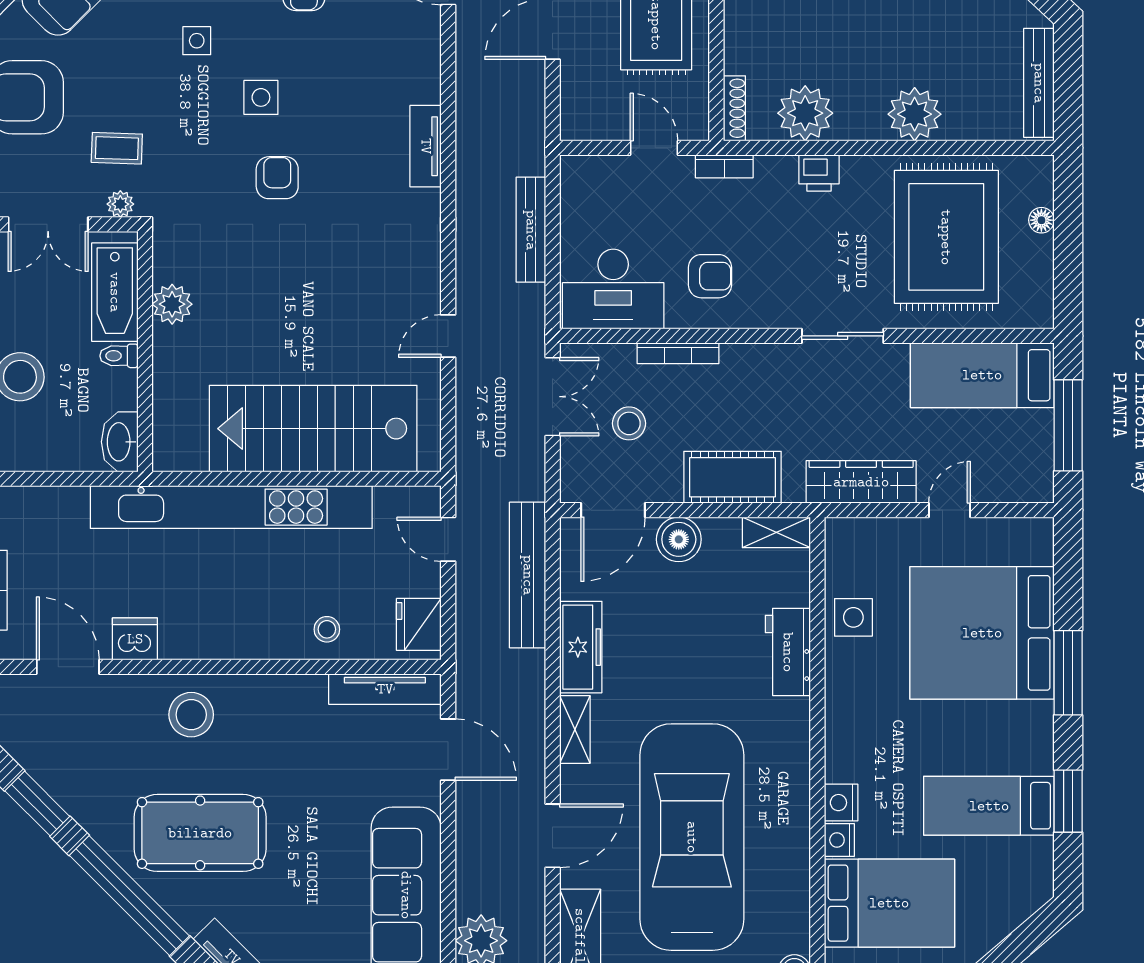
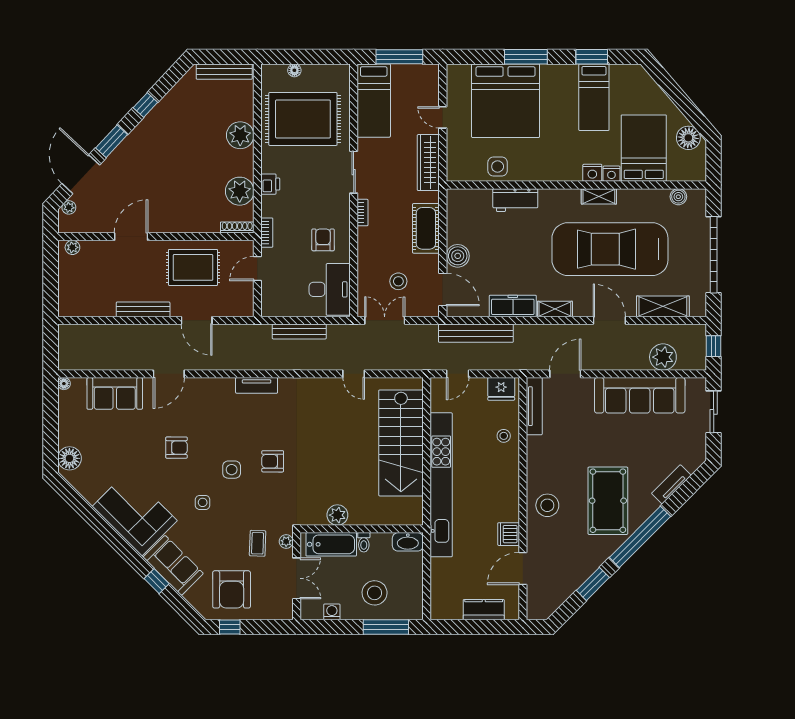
bookcase: (678, 353) -> (363, 213), moved, width x0.64
shelving: (776, 532) -> (599, 196), moved, turned 90

